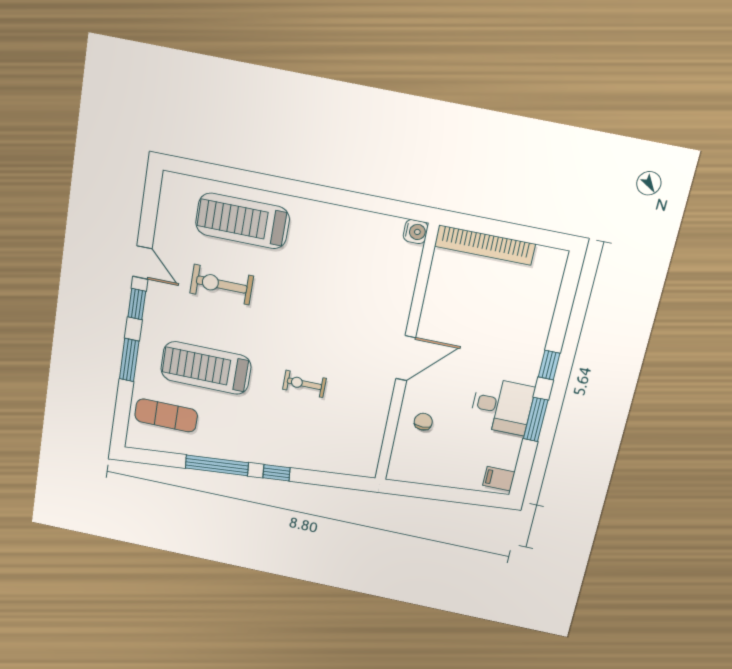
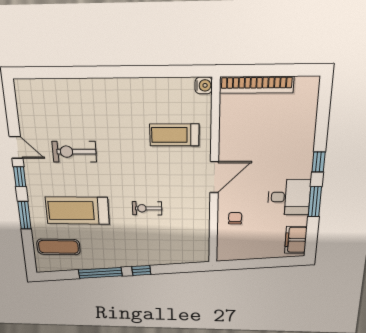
treadmill: (242, 221) -> (174, 135), moved, width x0.73, depth x0.73
filing cabinet: (499, 479) -> (296, 240), width x2.00

